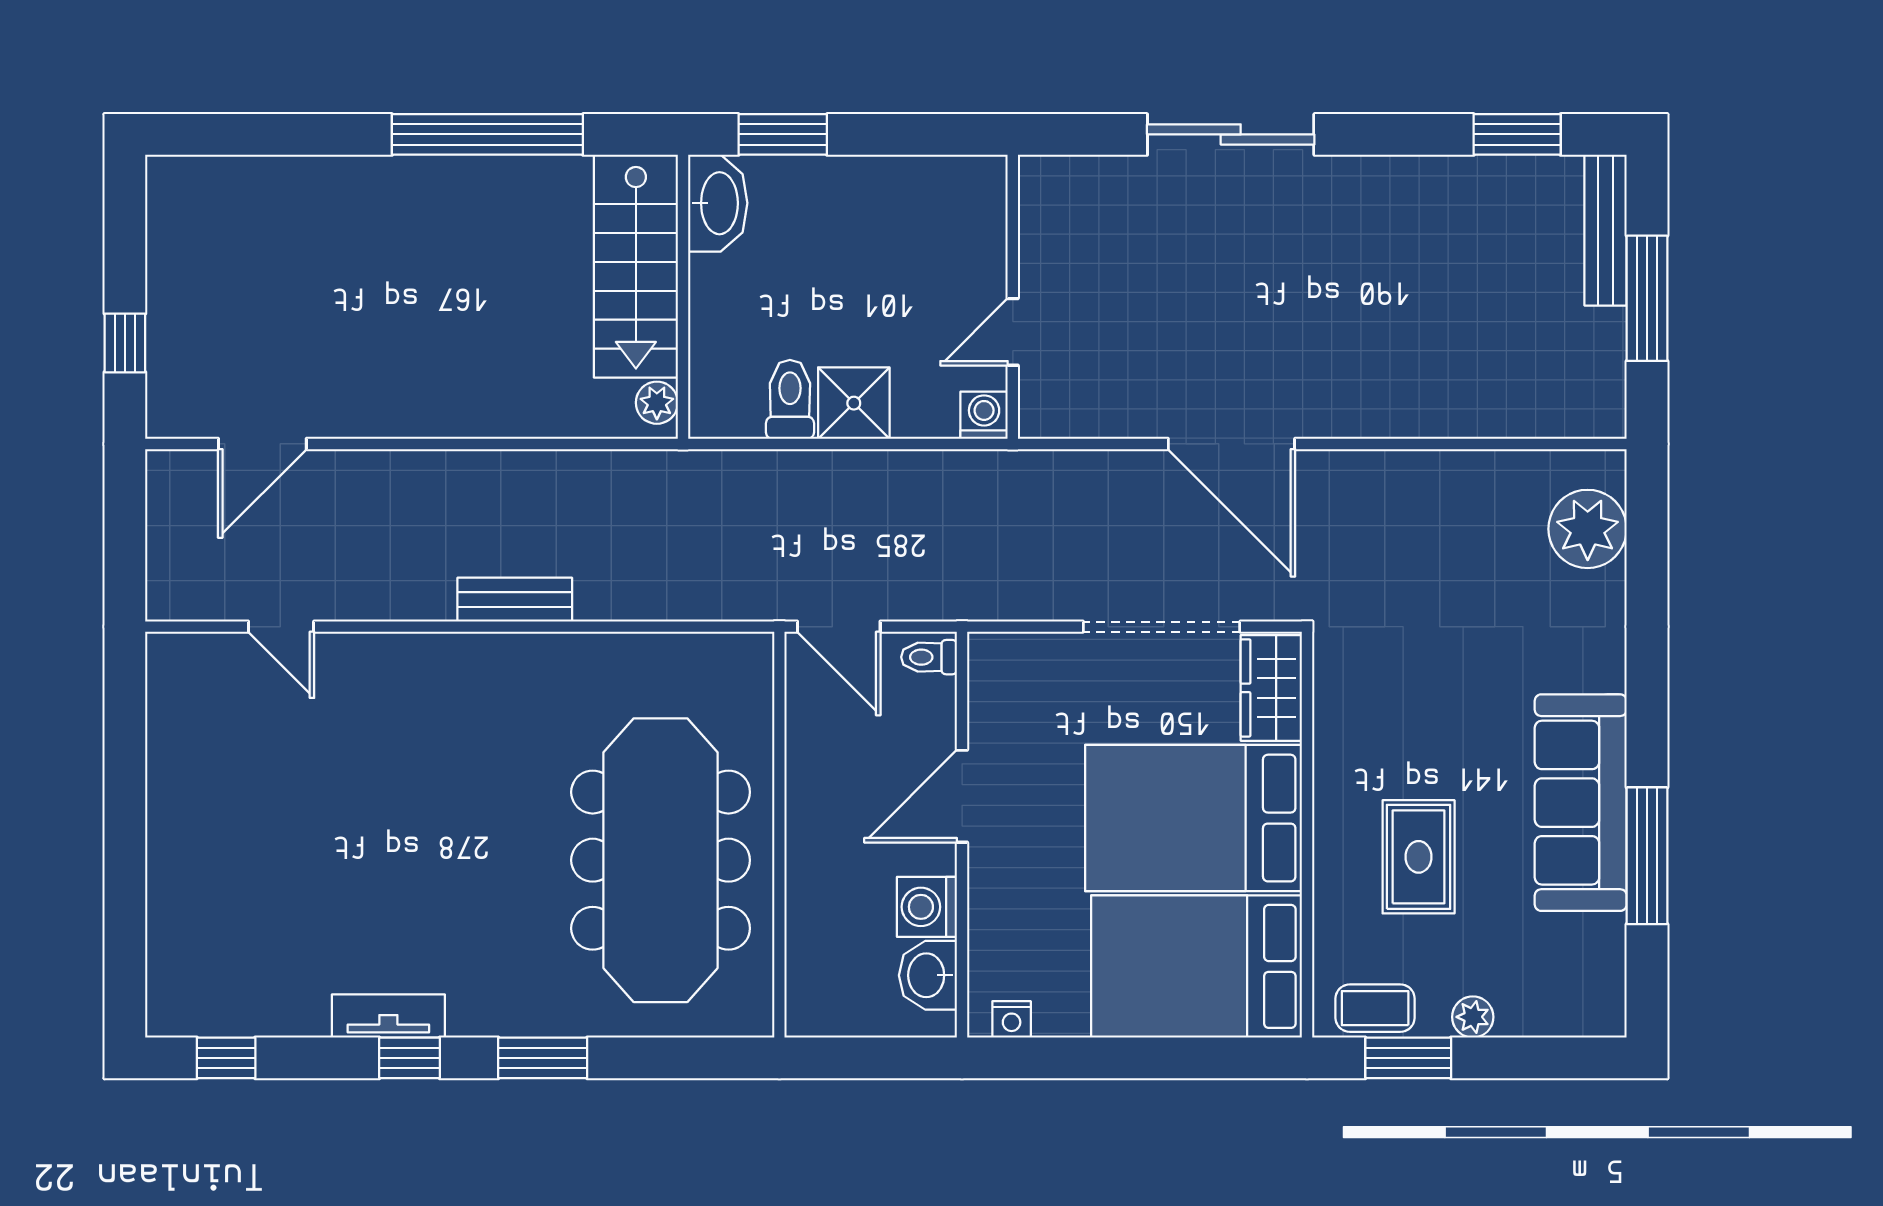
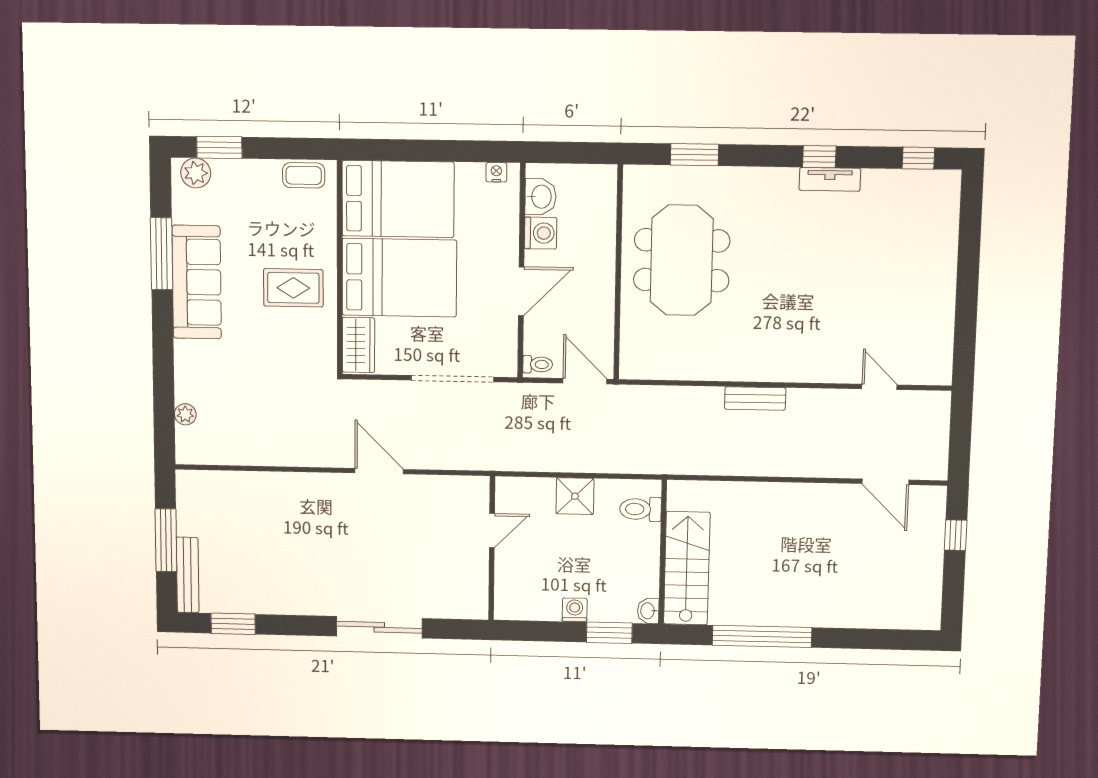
washbasin: (718, 203) -> (648, 611), width x0.52, depth x0.69
toilet: (790, 399) -> (640, 509), moved, turned 90
plant: (657, 403) -> (678, 499), removed
washing machine: (984, 415) -> (575, 610), moved, turned 180
door: (262, 444) -> (885, 482), swing flipped
door: (1231, 444) -> (379, 471), width x0.73
plant: (1588, 529) -> (185, 414), width x0.53, depth x0.53
doorway: (1162, 627) -> (453, 379), moved
rug: (1419, 857) -> (293, 288), moved, turned 90
meeting table: (661, 860) -> (682, 260), width x0.73
plant: (1473, 1017) -> (196, 173), moved, width x1.38, depth x1.38
window: (543, 1058) -> (694, 155), moved
window: (1408, 1058) -> (219, 147), moved

